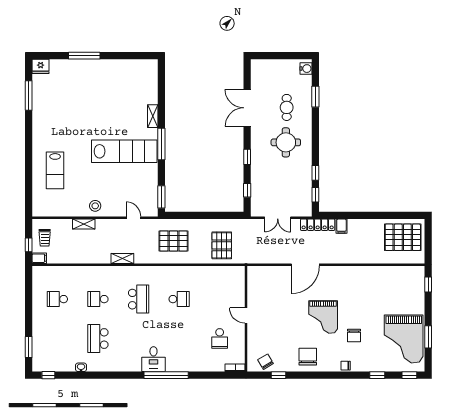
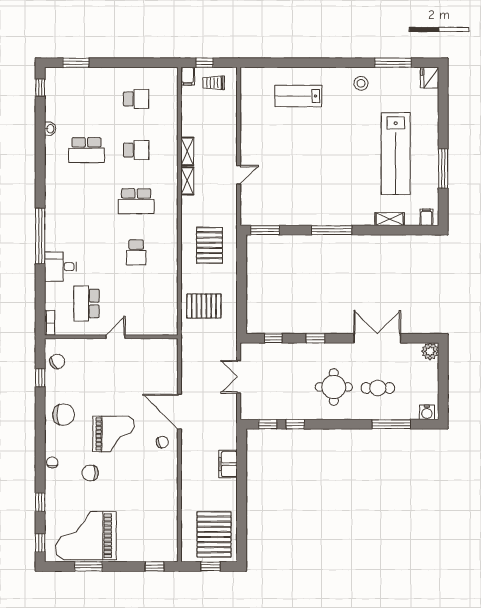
window: (84, 56) -> (443, 169), moved
plant: (258, 66) -> (430, 351), added
filing cabinet: (151, 69) -> (426, 217), added
window: (315, 97) -> (391, 424), width x1.44
shelving: (153, 116) -> (390, 219), moved
lab bench: (124, 151) -> (396, 154), moved
stool: (95, 206) -> (361, 83), moved
door: (133, 218) -> (239, 175), moved
shelving: (84, 224) -> (187, 151), moved
locker: (318, 225) -> (230, 427), removed
filing cabinet: (341, 226) -> (228, 464), width x2.00
window: (428, 240) -> (210, 566), added
chair: (330, 278) -> (162, 442), added
school desk: (57, 299) -> (136, 99), turned 90
school desk: (98, 299) -> (136, 150), turned 90
grand piano: (323, 317) -> (114, 434), turned 180
school desk: (98, 339) -> (86, 150), turned 180
school desk: (220, 339) -> (86, 303), width x1.85
desk: (153, 359) -> (60, 267), moved

